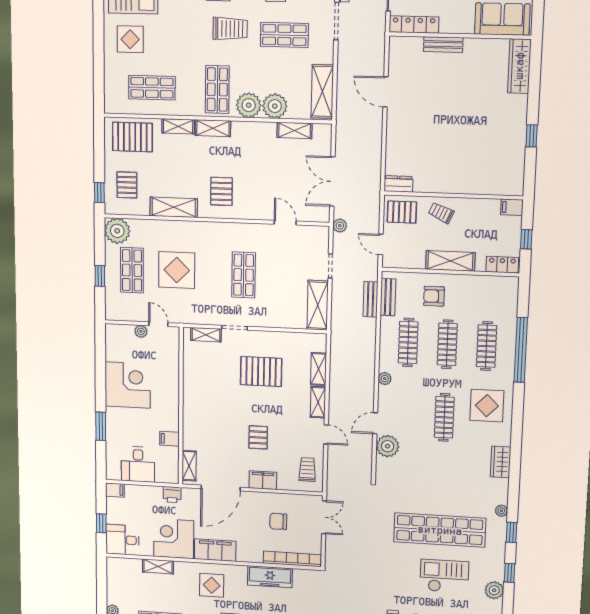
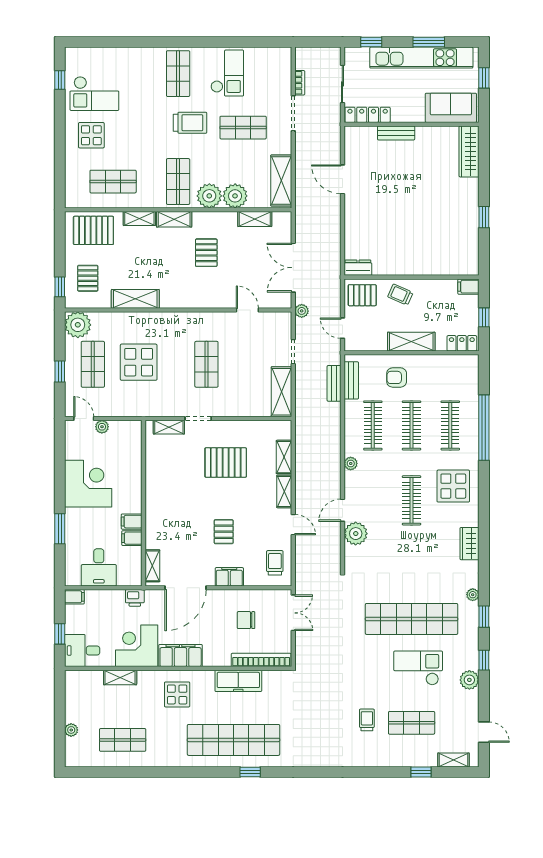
pallet: (221, 191) -> (206, 253), moved
door: (158, 324) -> (84, 419), moved
filing cabinet: (169, 423) -> (132, 522), added

